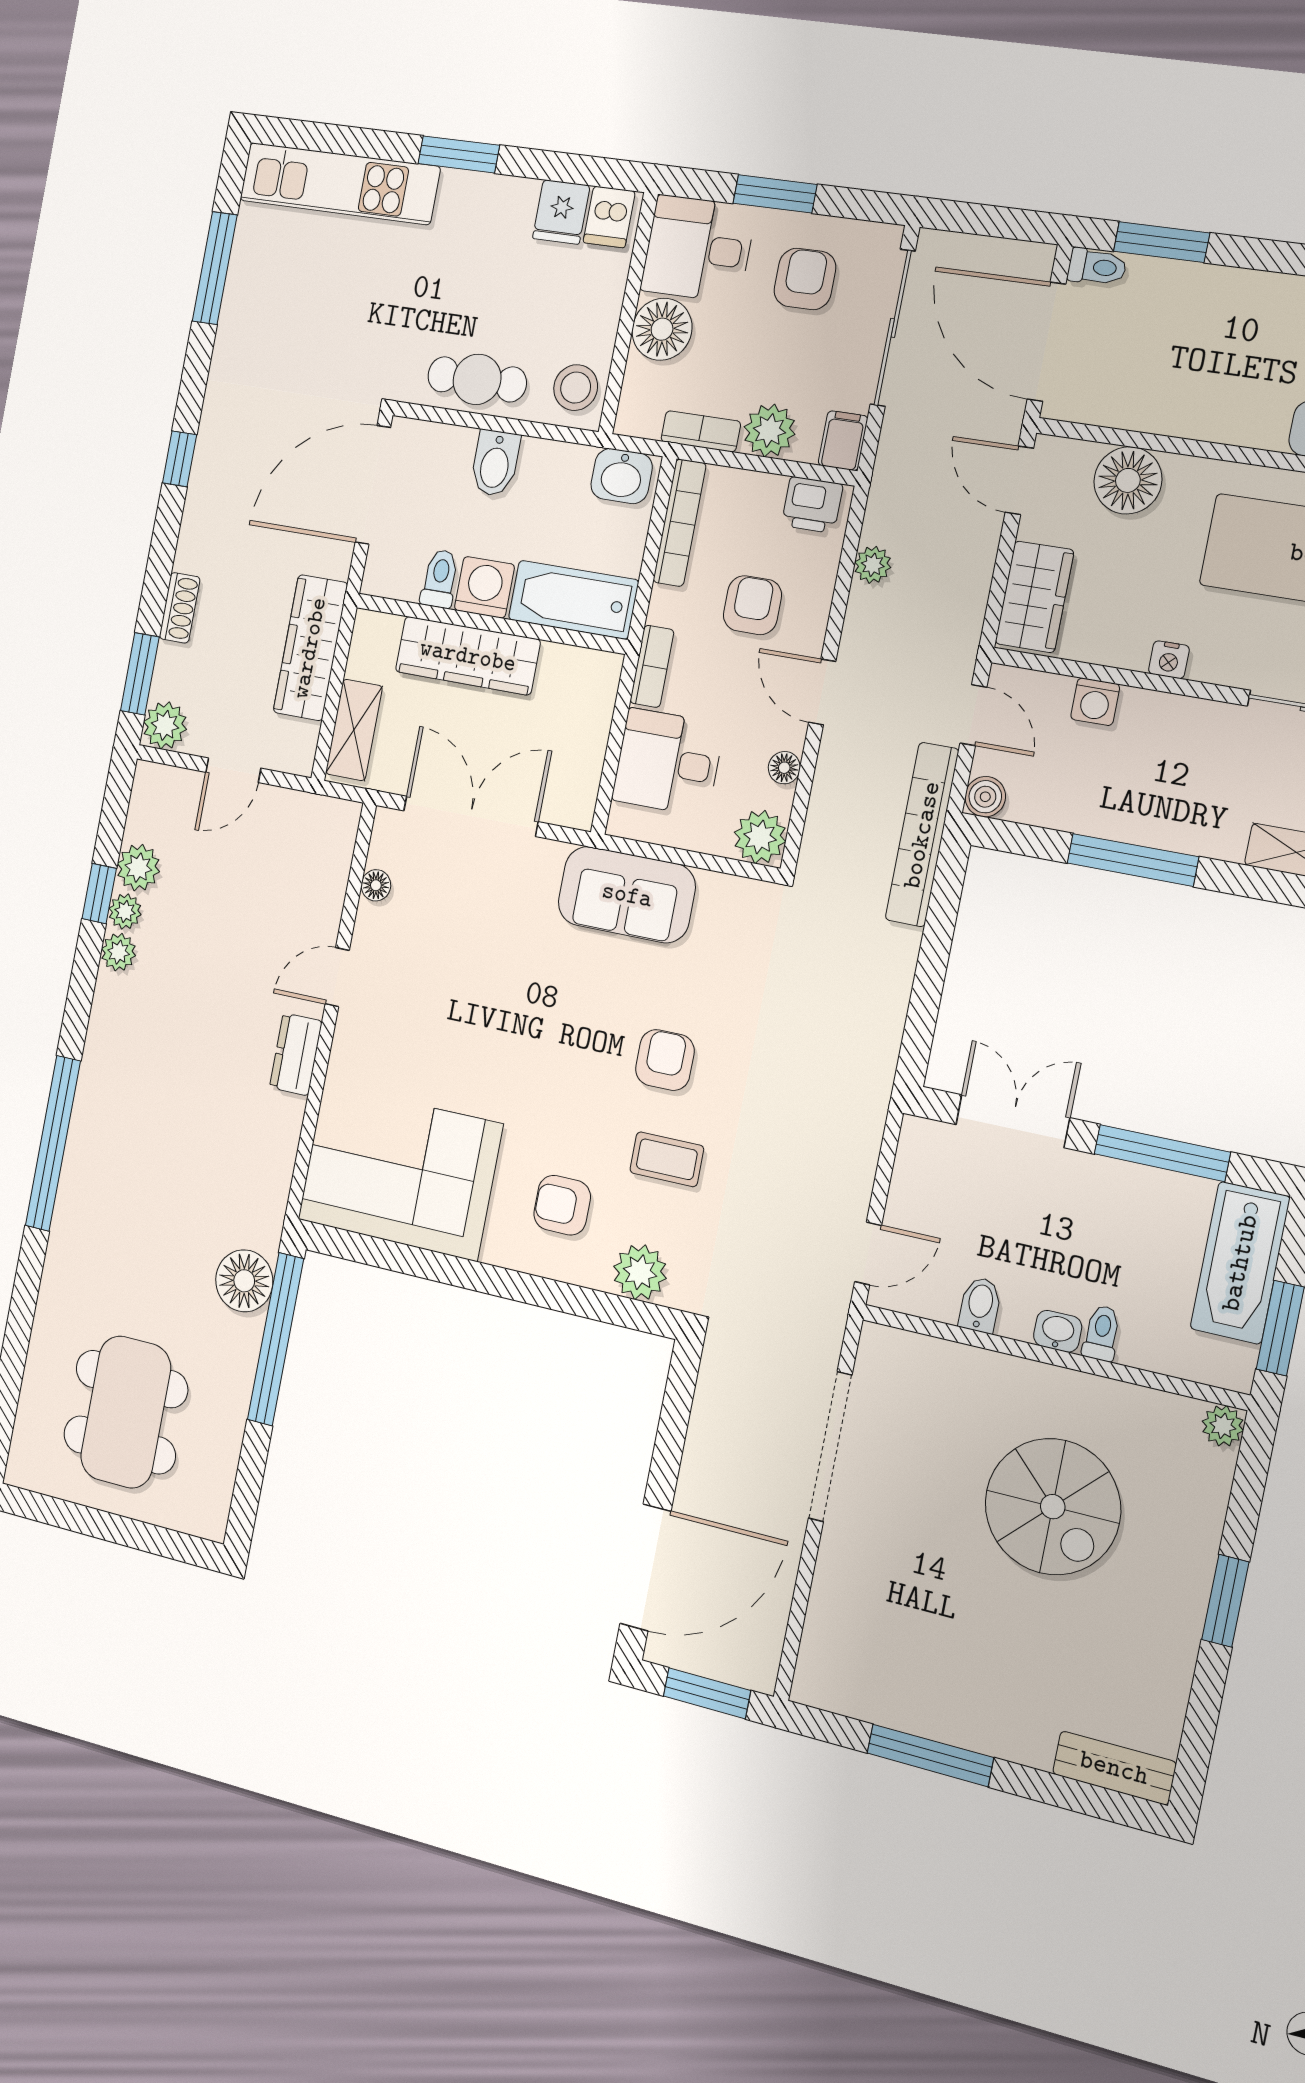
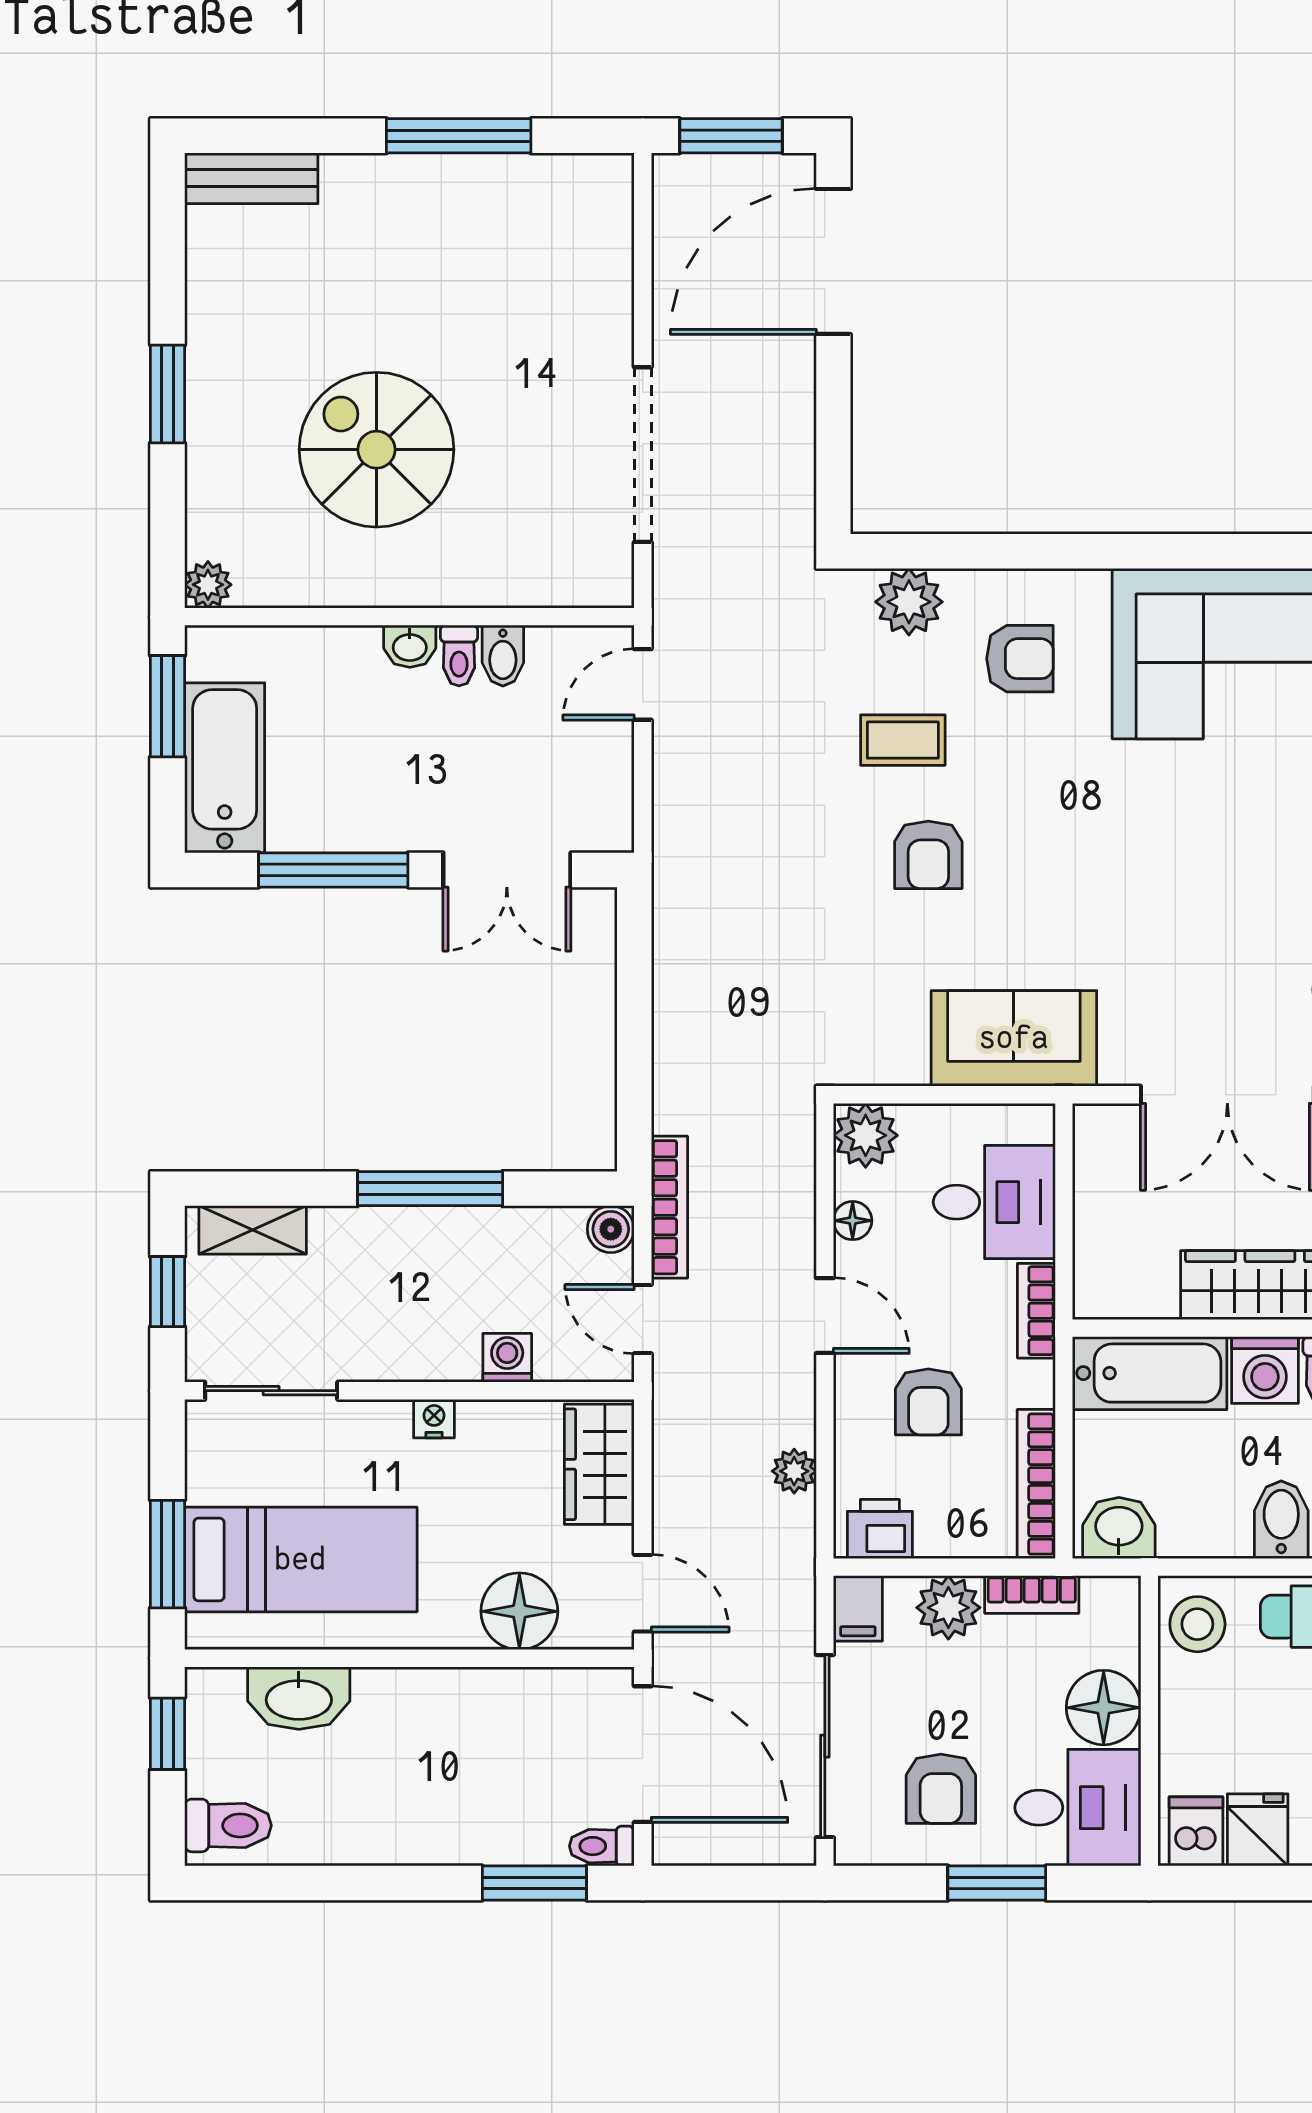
bookcase: (922, 835) -> (669, 1207), width x0.68, depth x0.76
toilet: (1102, 1333) -> (459, 656), moved

